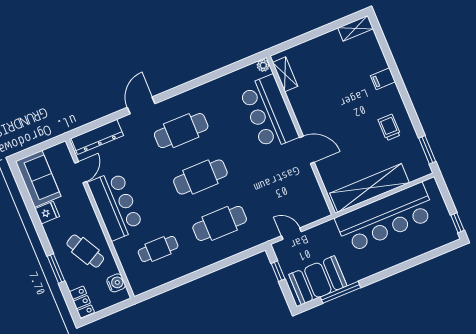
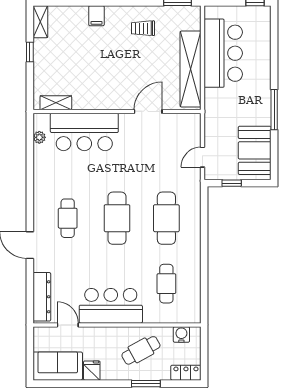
window: (323, 30) -> (30, 52), added
plant: (263, 65) -> (39, 137), moved
cafe table: (181, 131) -> (68, 218), width x0.73, depth x0.74
door: (307, 150) -> (148, 111), moved
bar counter: (385, 217) -> (223, 53), width x0.73
window: (340, 292) -> (274, 110), moved

